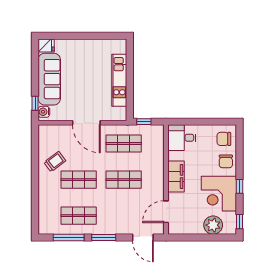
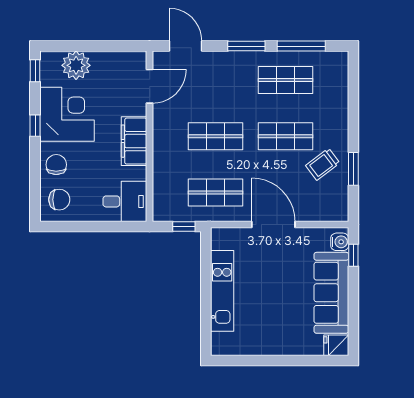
window: (35, 159) -> (353, 169), added

